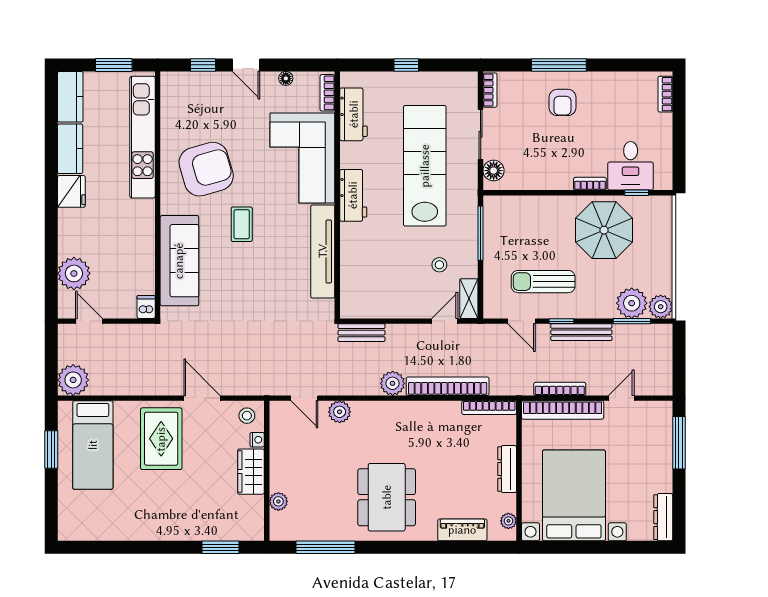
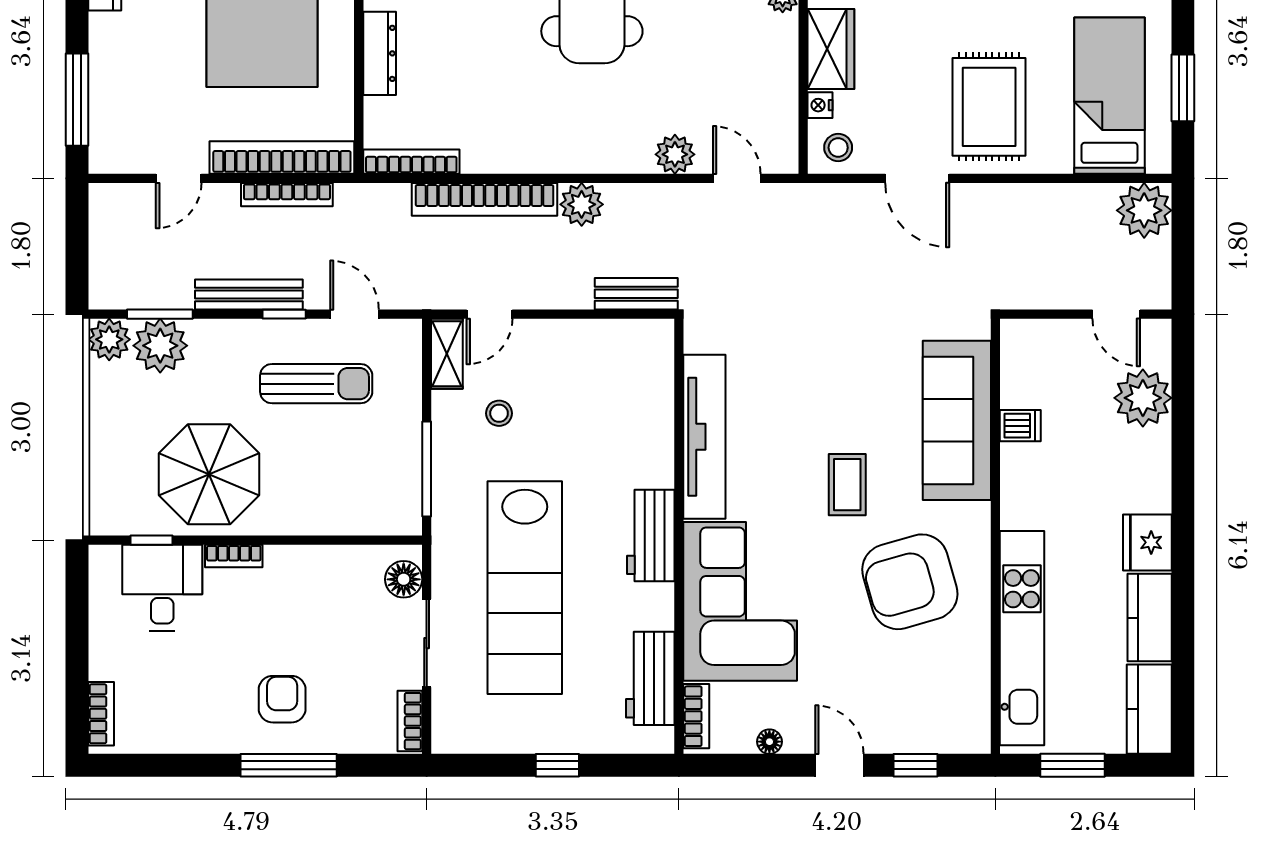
dishwasher: (146, 307) -> (1020, 426), moved, turned -90

